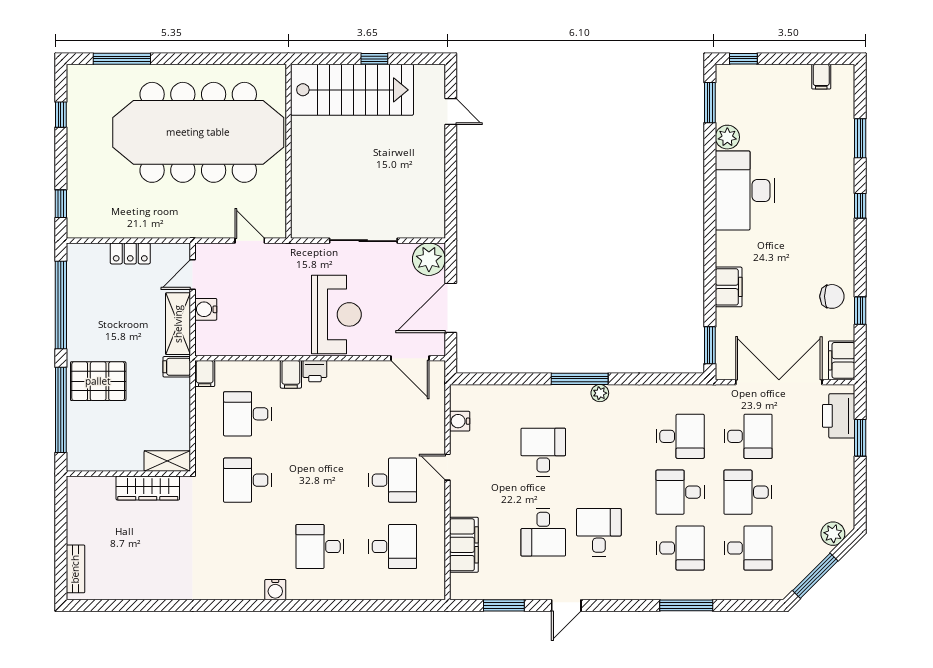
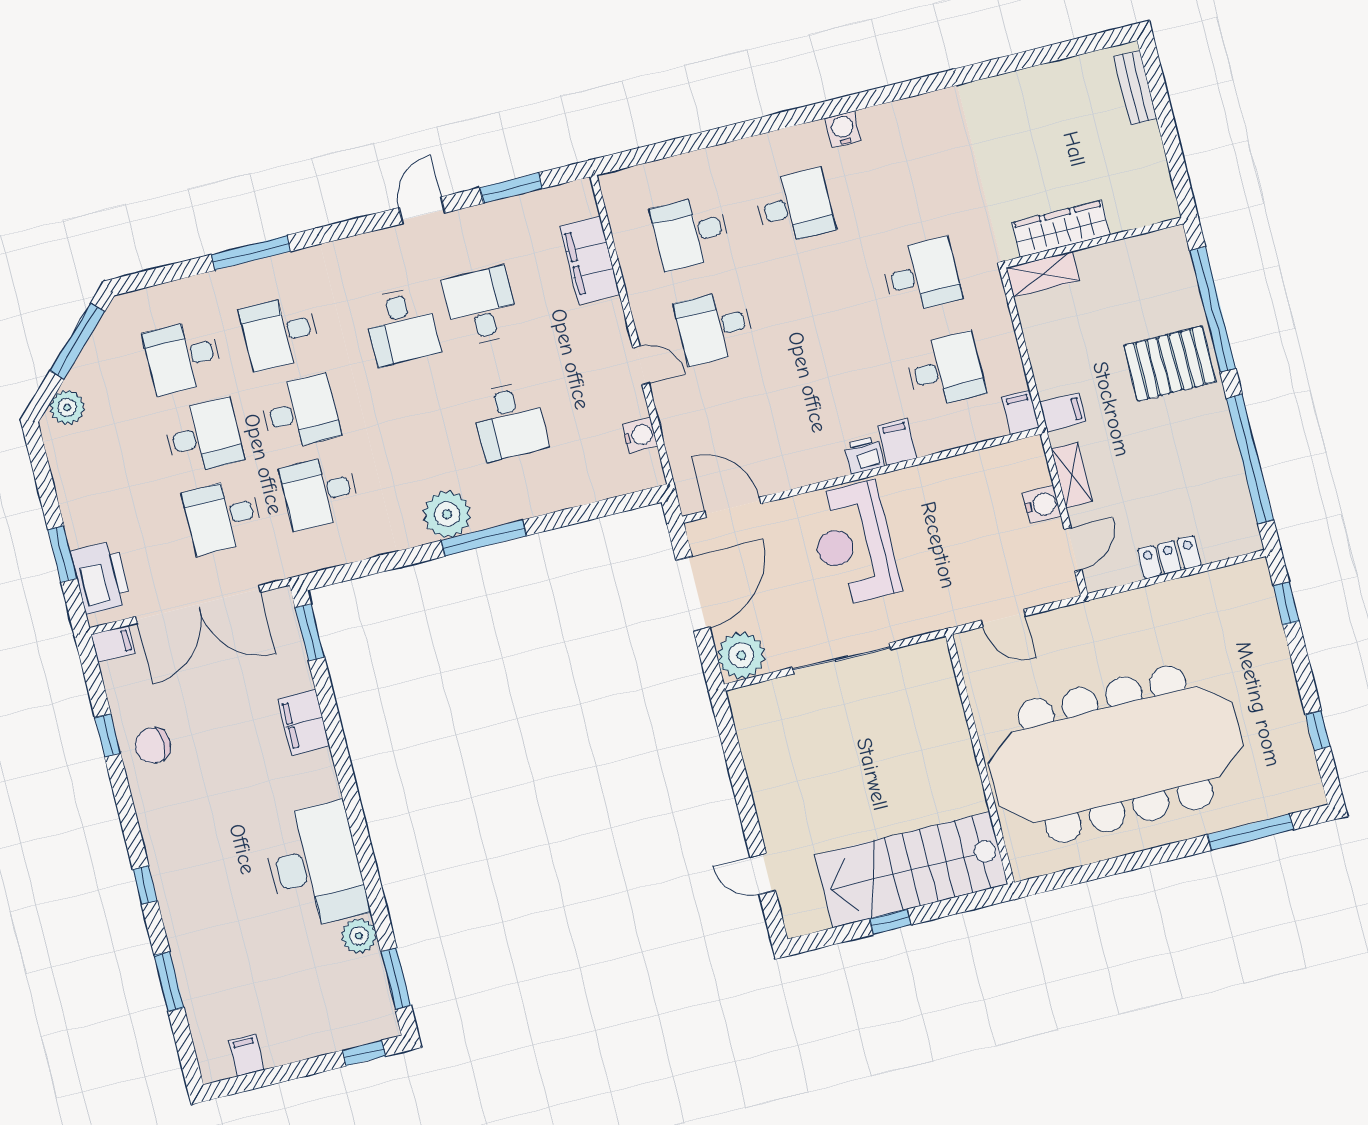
shelving: (178, 324) -> (1072, 475), width x0.67, depth x0.75
filing cabinet: (842, 360) -> (113, 644), width x0.50
plant: (600, 393) -> (447, 514), width x1.88, depth x1.88

